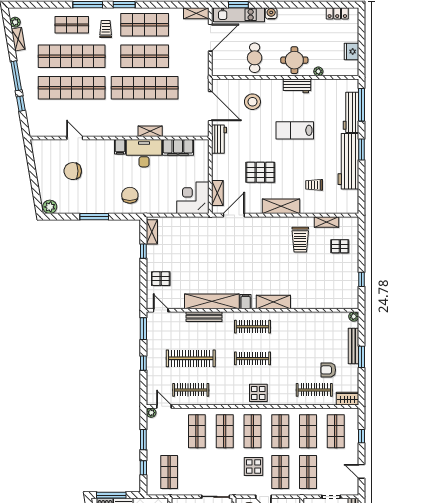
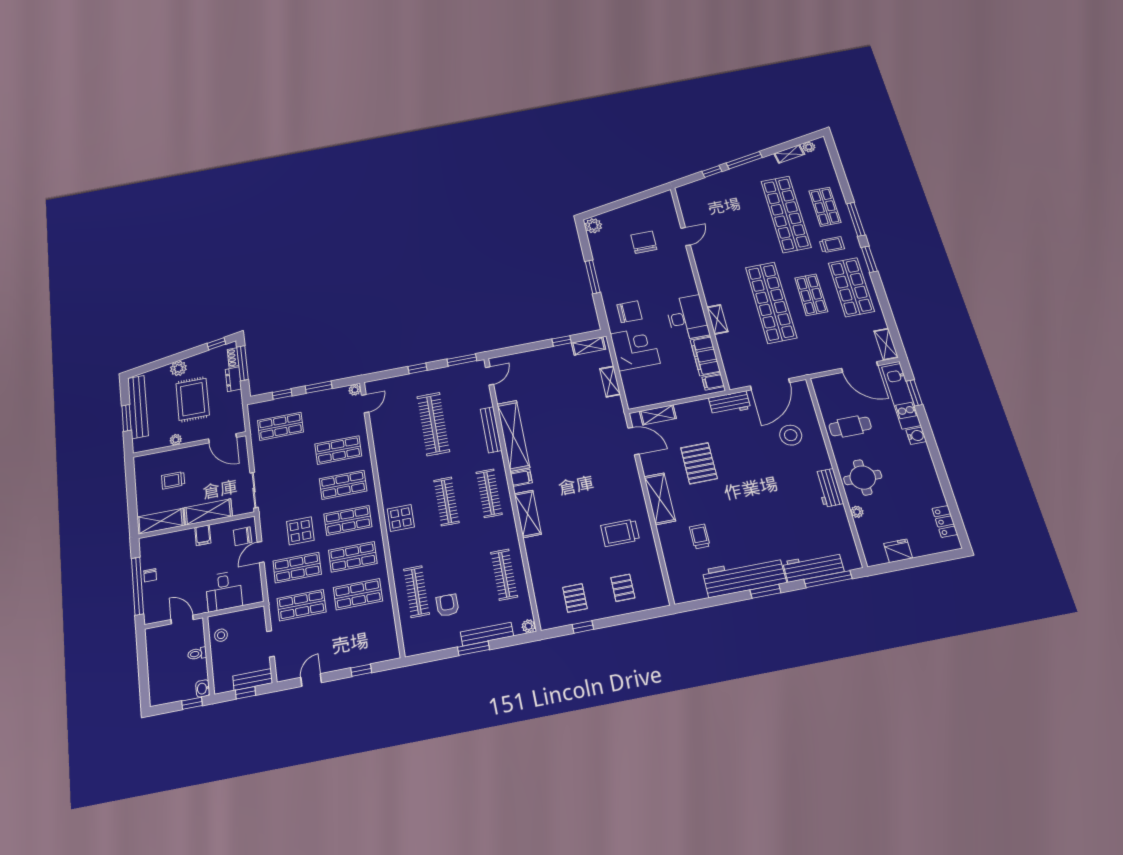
shop shelf: (145, 56) -> (811, 295), width x0.70, depth x0.74
shop shelf: (72, 88) -> (747, 221), removed
lab bench: (295, 130) -> (768, 497), removed
filing cabinet: (120, 147) -> (713, 382), moved
corner desk: (193, 198) -> (635, 349), moved
shelving: (326, 222) -> (610, 382), moved
pallet: (161, 279) -> (575, 598), moved
clothes rail: (191, 390) -> (504, 575), moved
wardrobe: (347, 399) -> (411, 640), removed
shop shelf: (336, 431) -> (363, 632), removed

